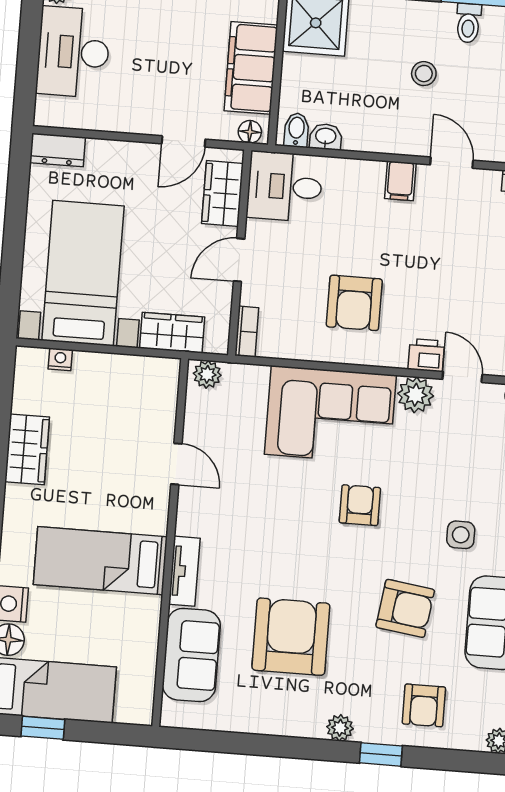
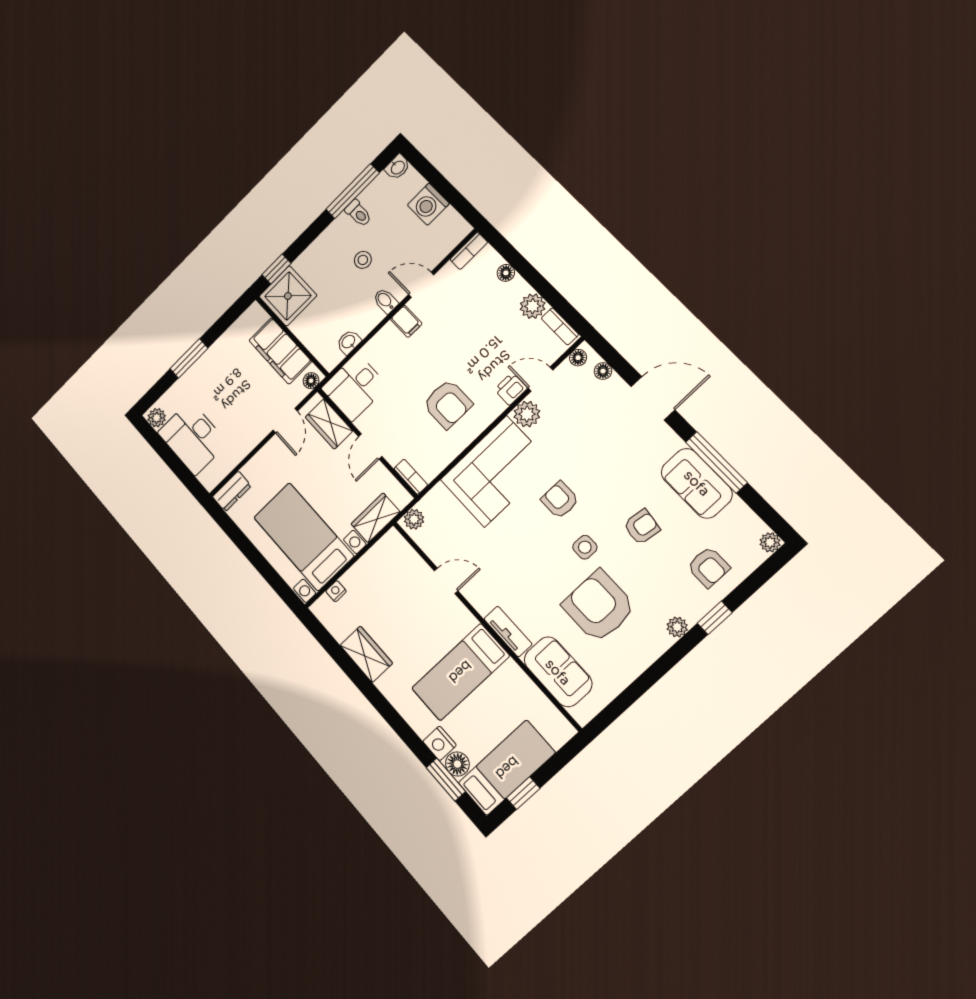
bidet: (296, 130) -> (385, 301), moved
side table: (461, 535) -> (585, 547), moved
armchair: (405, 608) -> (642, 527), width x0.72, depth x0.72

